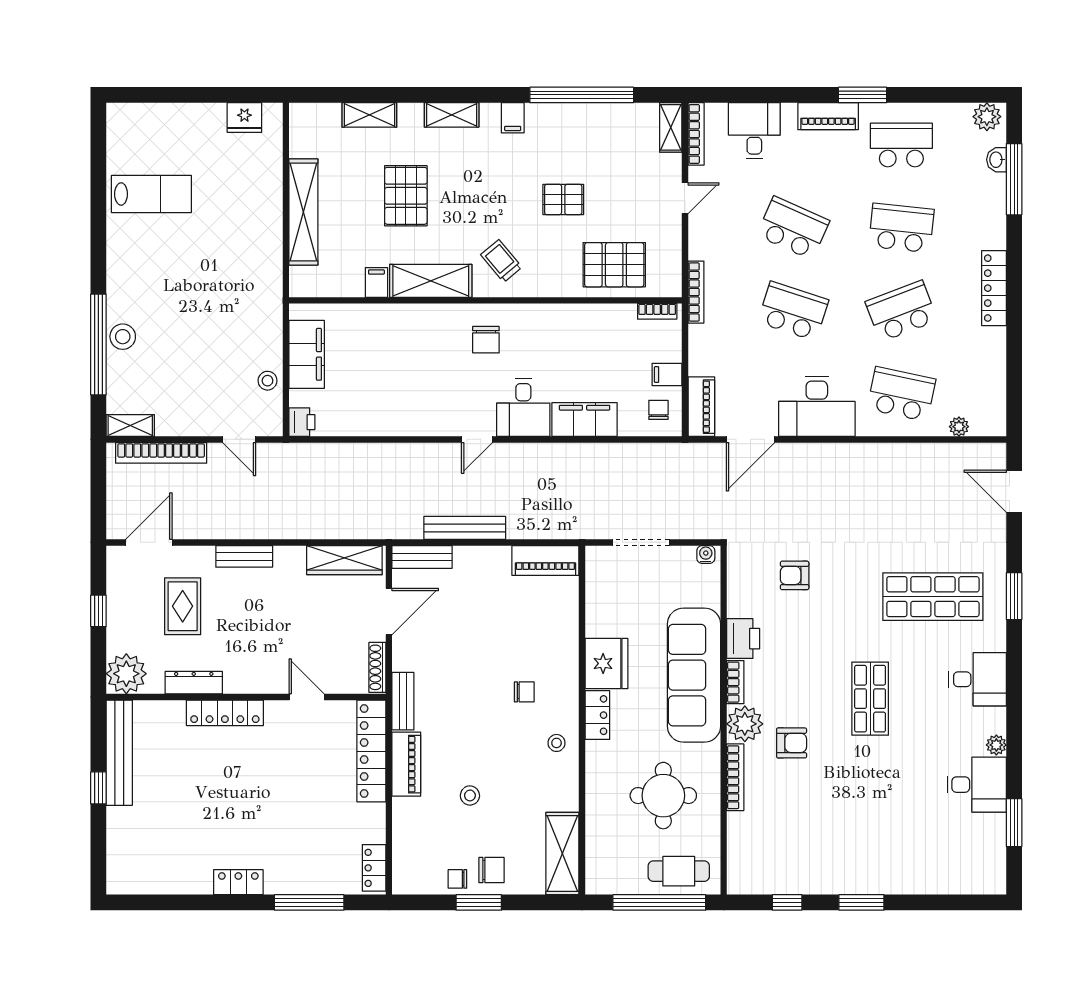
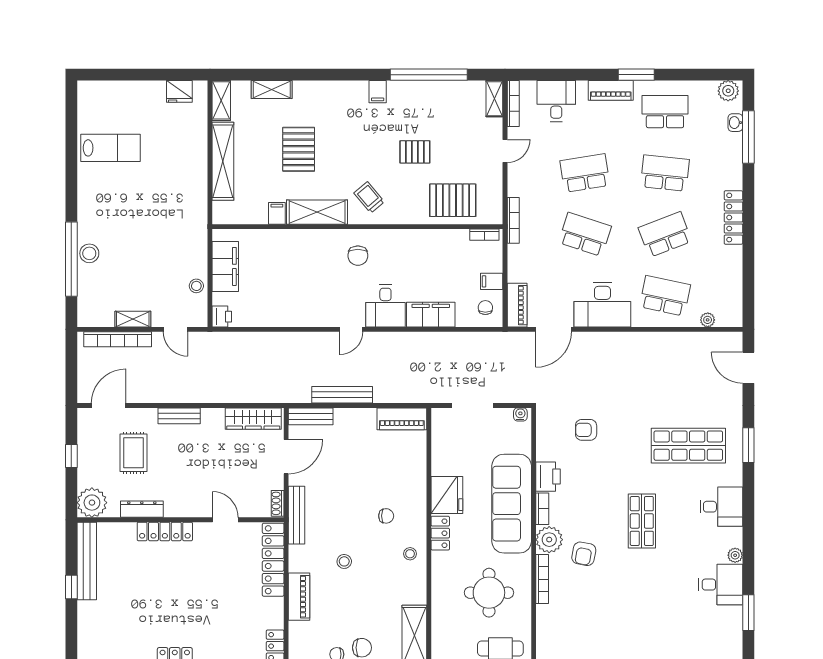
shelving: (452, 115) -> (221, 100), moved, turned 90
school desk: (793, 228) -> (585, 173), turned -33
shelving: (130, 426) -> (133, 319), moved
shoe rack: (377, 667) -> (278, 503), width x0.70
bench: (403, 701) -> (296, 515), width x1.36
armchair: (792, 743) -> (584, 554), turned 101
piano: (406, 764) -> (299, 597), moved
stool: (470, 795) -> (344, 561), moved

